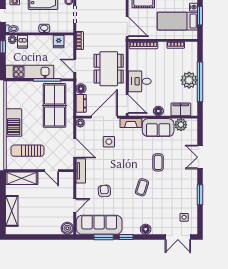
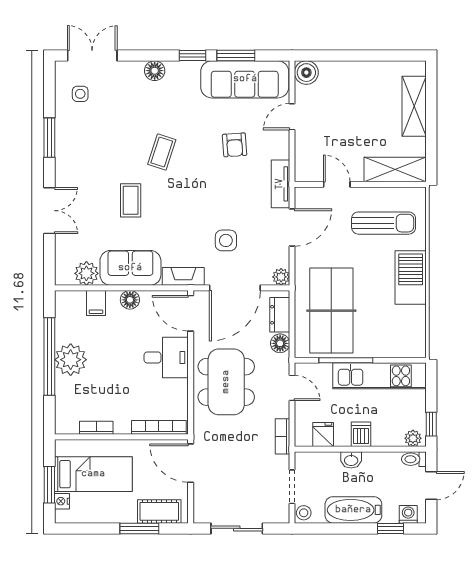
dishwasher: (22, 42) -> (361, 434), moved
filing cabinet: (181, 109) -> (96, 303), width x0.50
door: (75, 148) -> (292, 227), swing flipped

